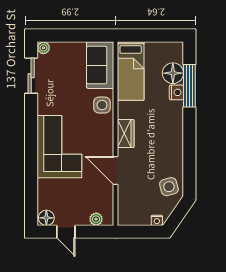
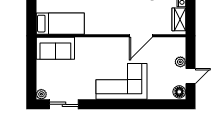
side table: (102, 105) -> (88, 47), removed
wardrobe: (126, 134) -> (179, 19), moved, turned -90
plant: (96, 219) -> (180, 62), moved

